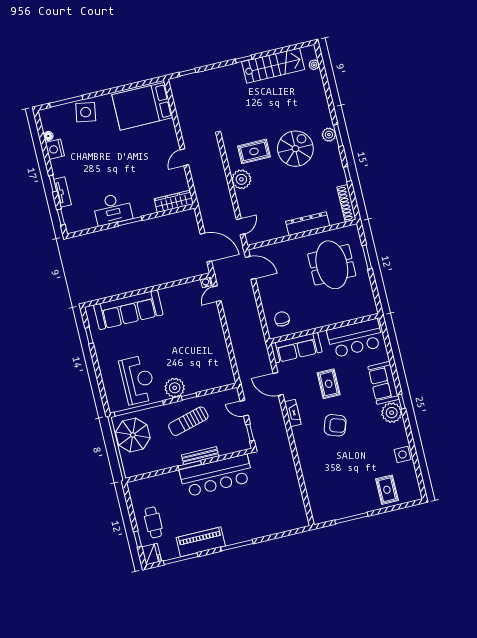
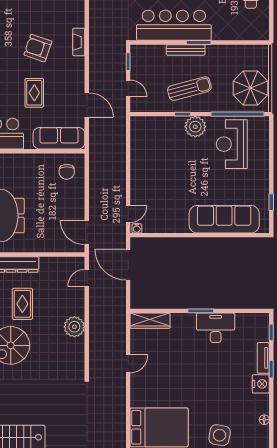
nightstand: (55, 149) -> (261, 384), moved
rug: (254, 151) -> (22, 304), moved, turned 90
fireplace: (293, 413) -> (79, 42), moved

